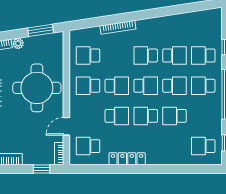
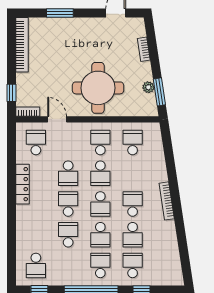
bookcase: (118, 27) -> (167, 201), moved
plant: (18, 43) -> (148, 87), moved
school desk: (203, 146) -> (36, 265), turned 180

